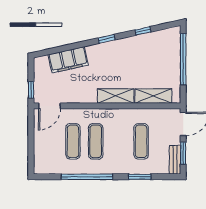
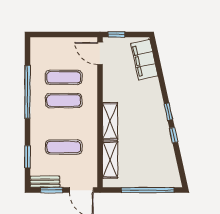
window: (143, 31) -> (174, 135), moved
filing cabinet: (68, 60) -> (144, 60), moved
window: (140, 177) -> (27, 157), moved

